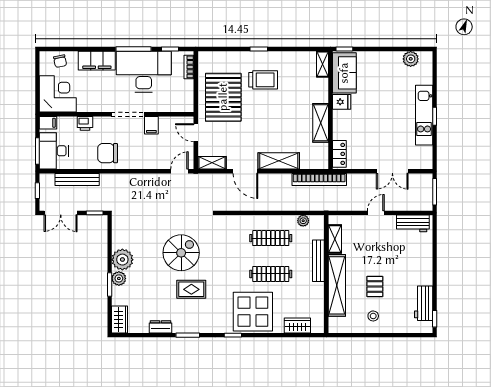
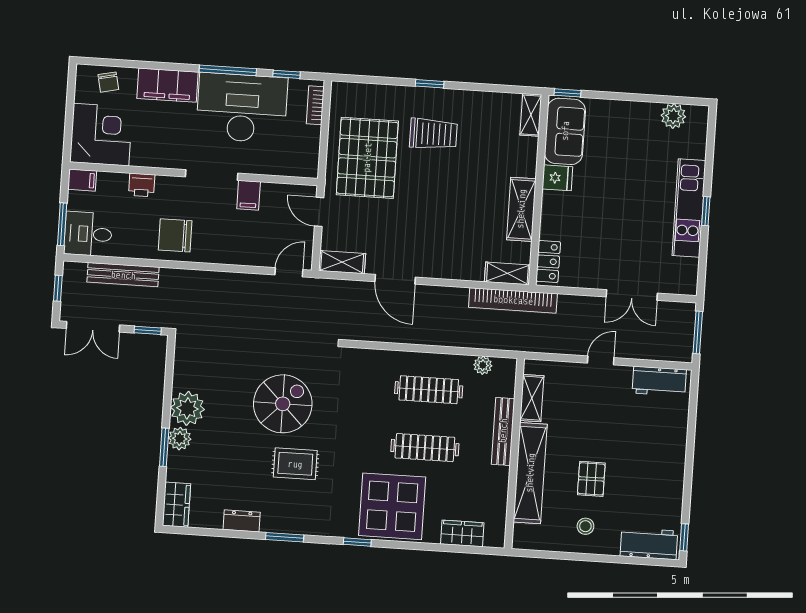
desk: (54, 151) -> (88, 234), width x0.73
shelving: (279, 161) -> (507, 273), moved, width x0.67, depth x0.75
workbench: (424, 303) -> (649, 544), moved, turned 90

